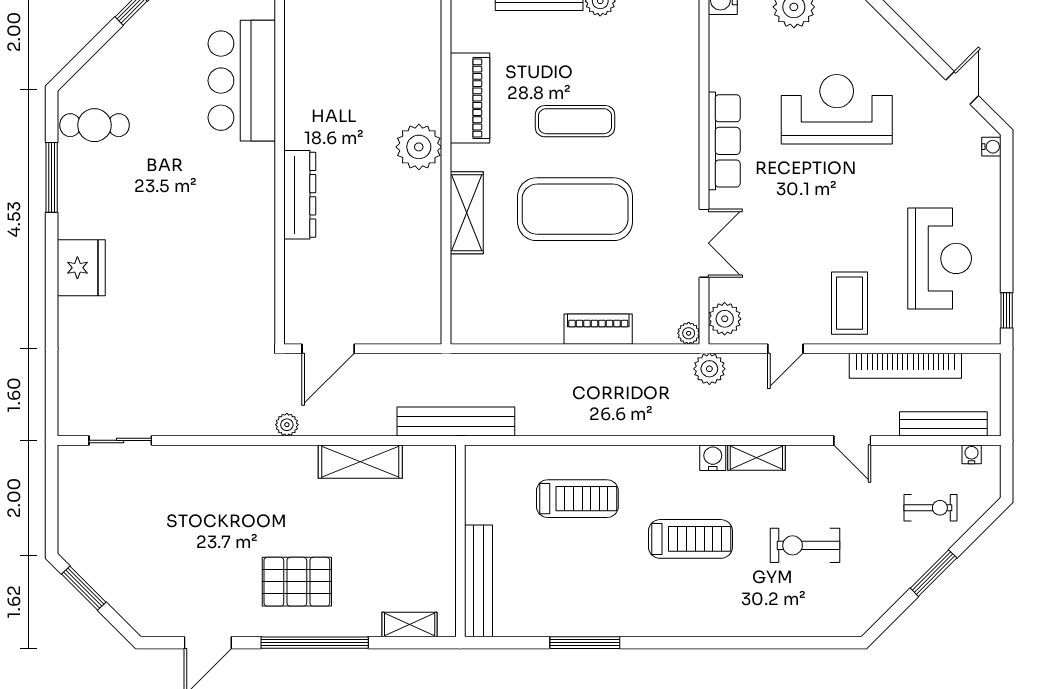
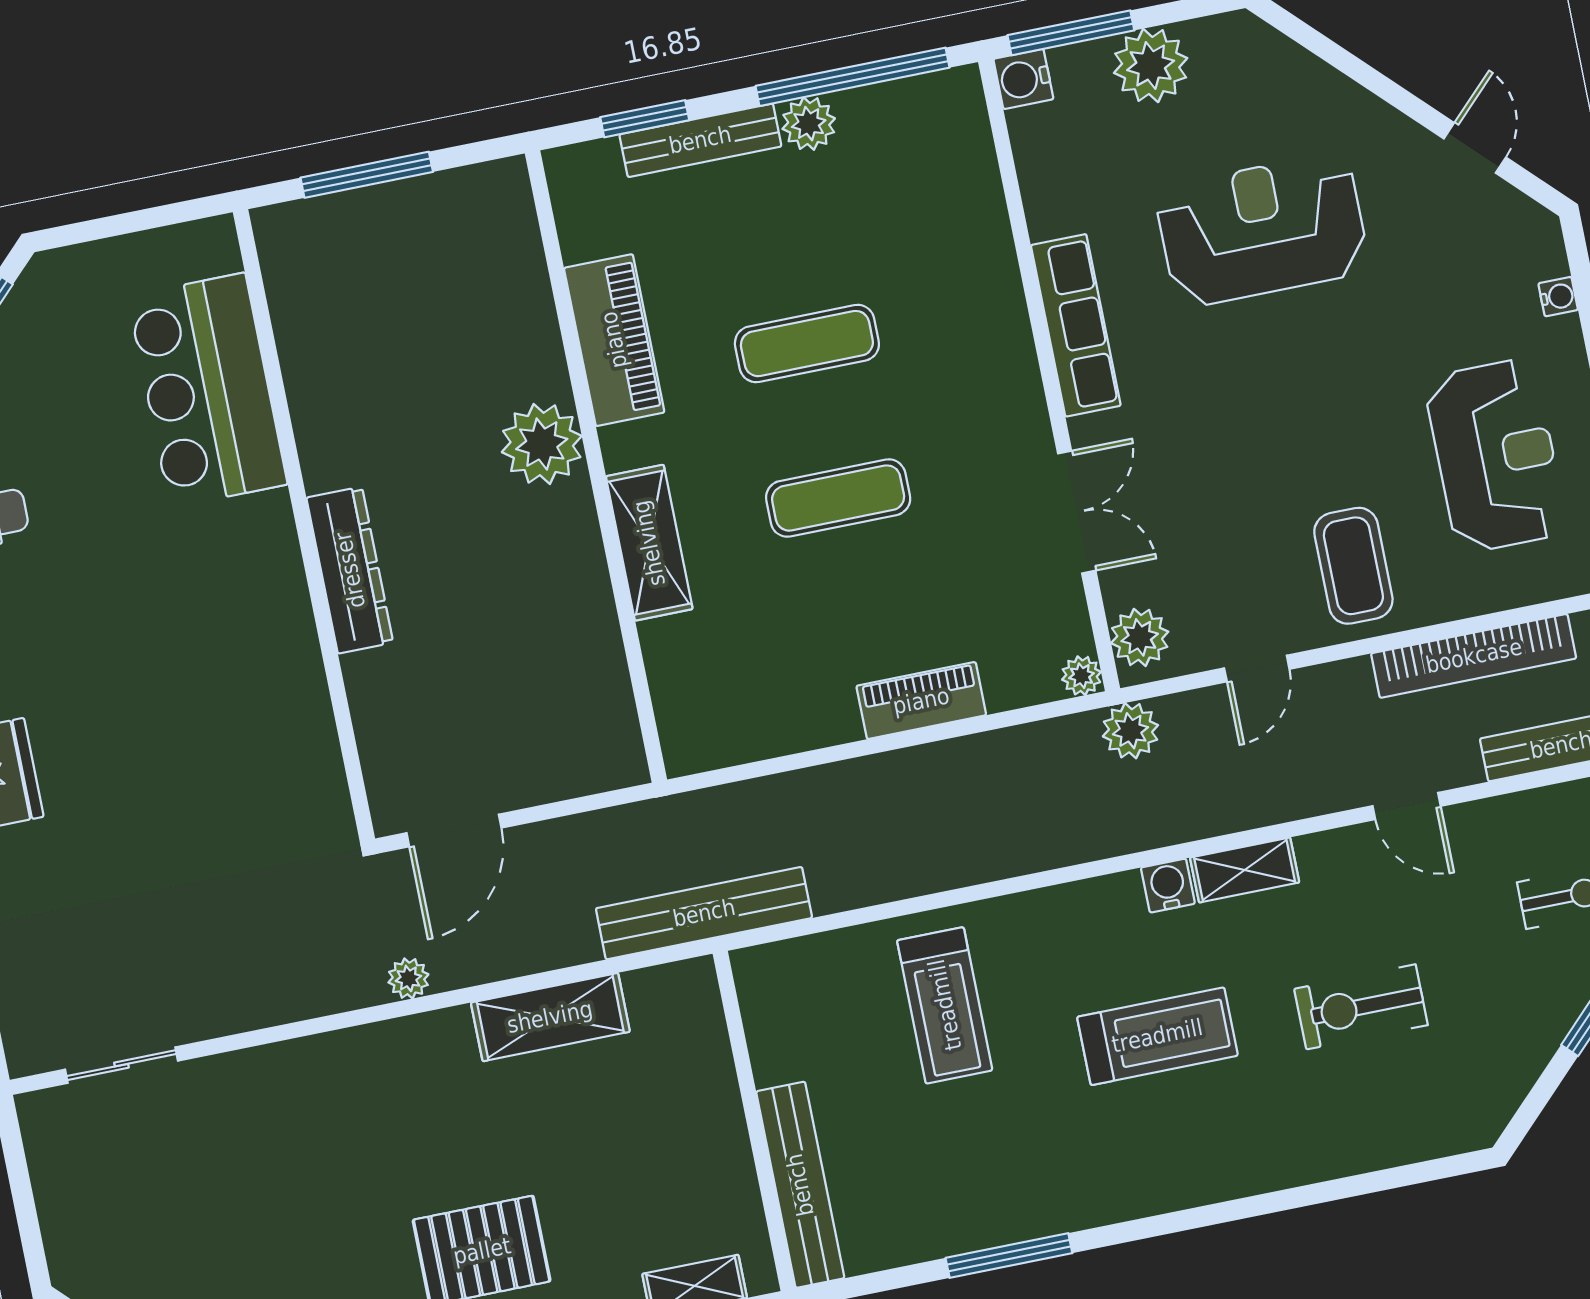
water cooler: (991, 147) -> (1558, 297), moved
exercise mat: (575, 209) -> (838, 498), width x0.50, depth x0.69
treadmill: (577, 499) -> (945, 1005), turned 90

